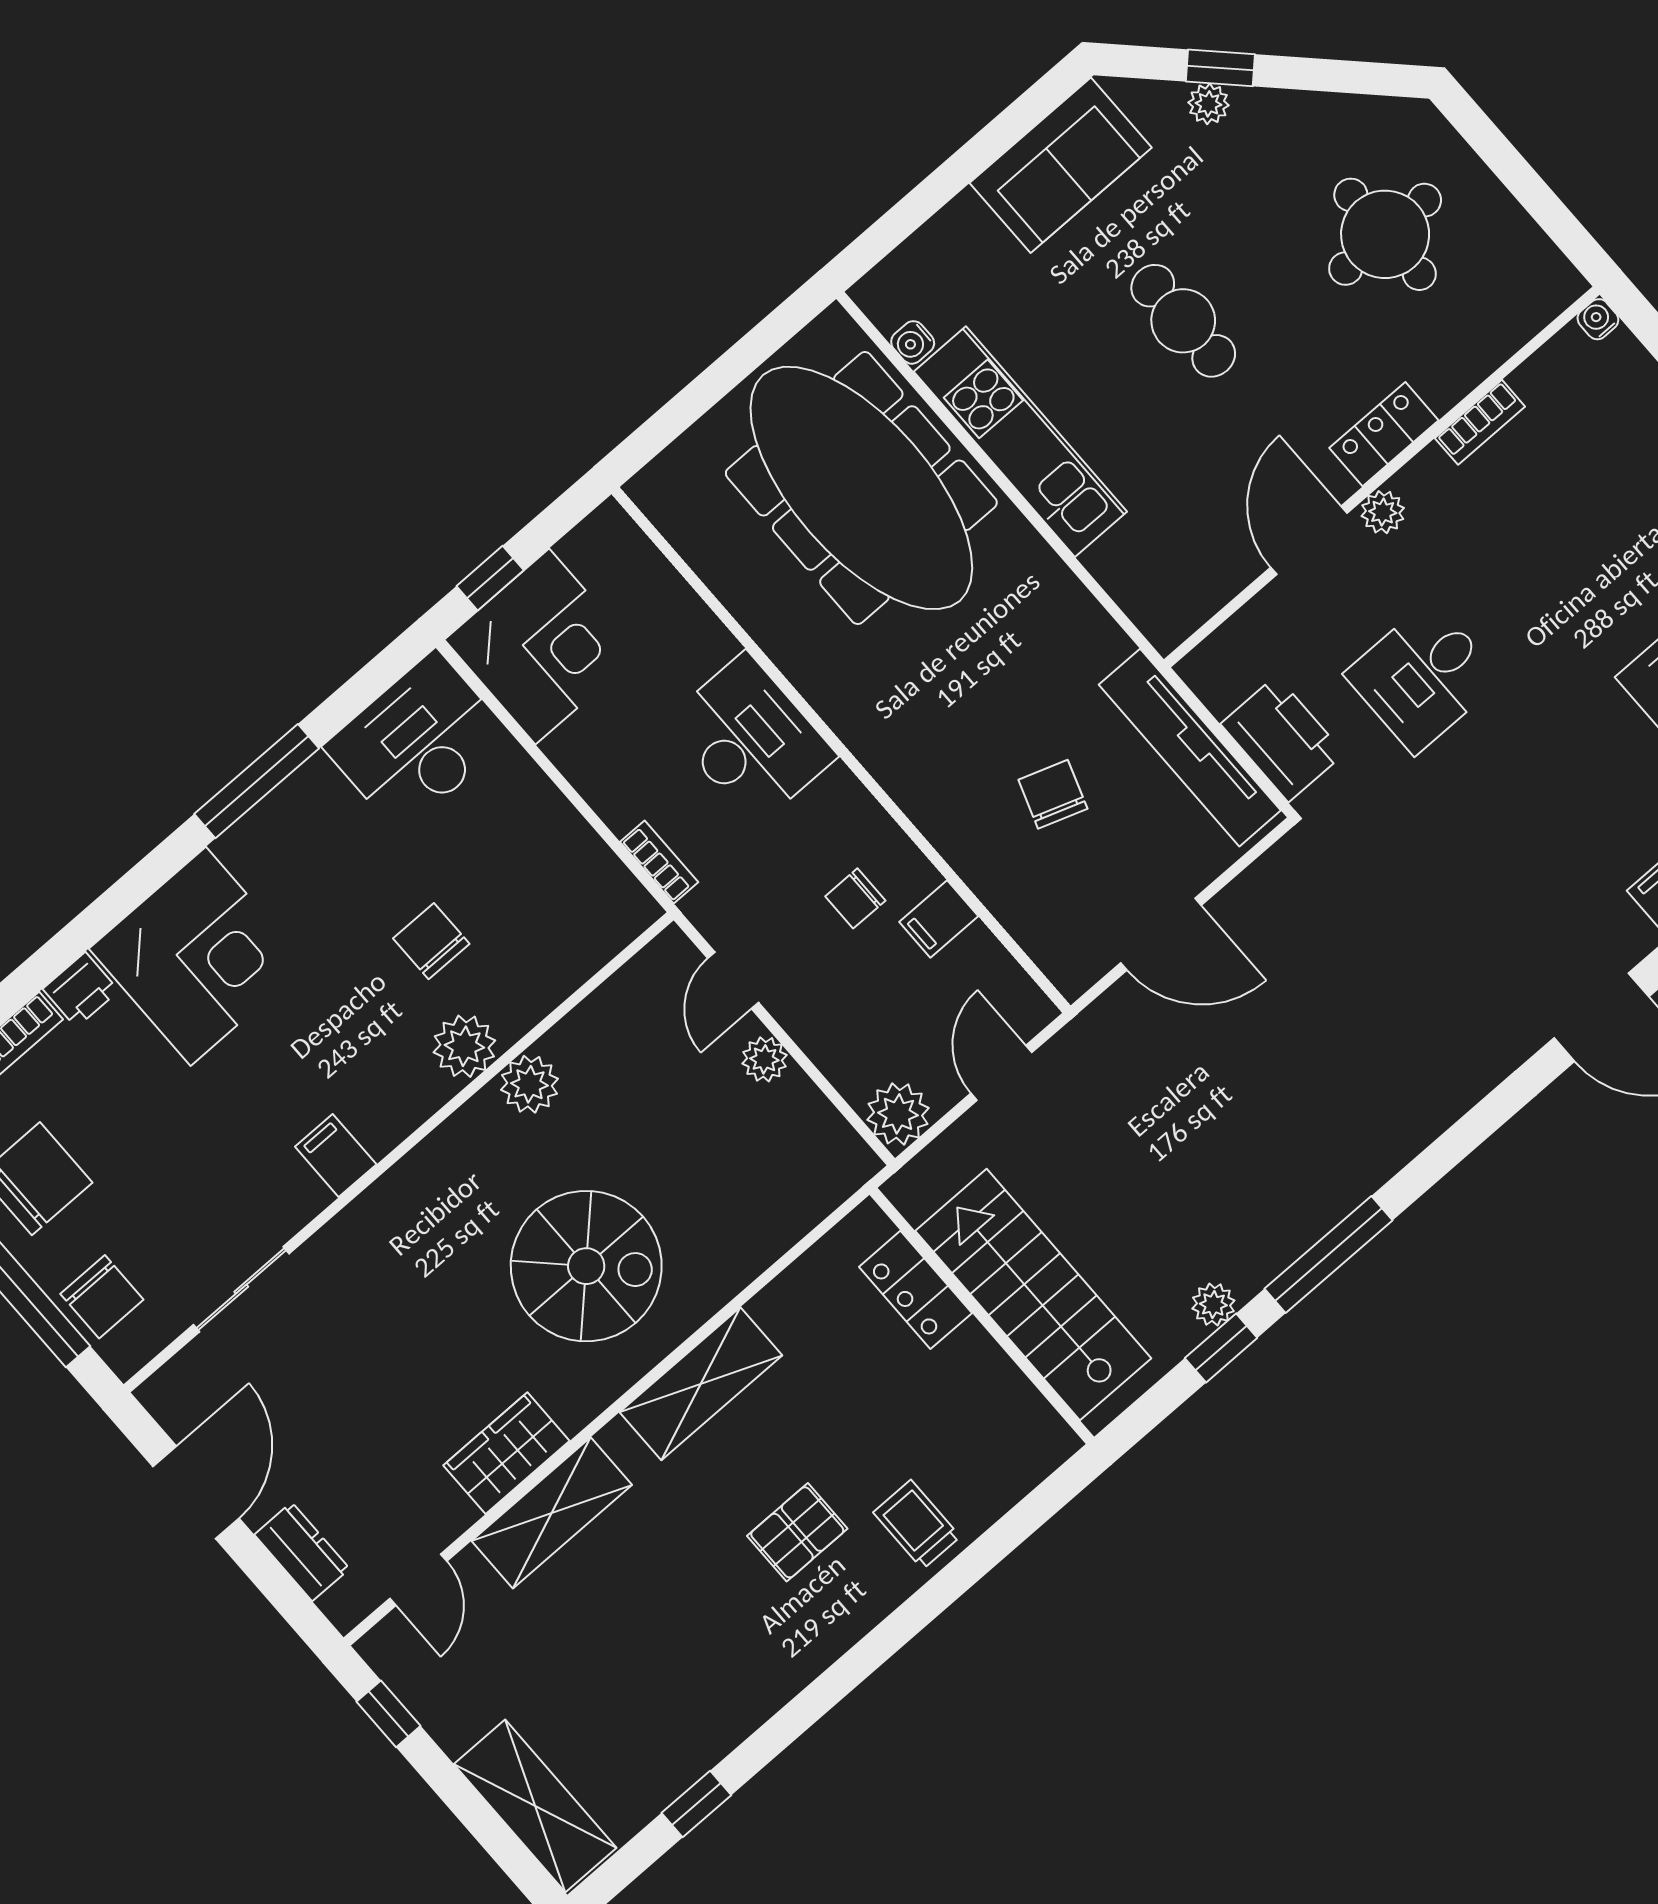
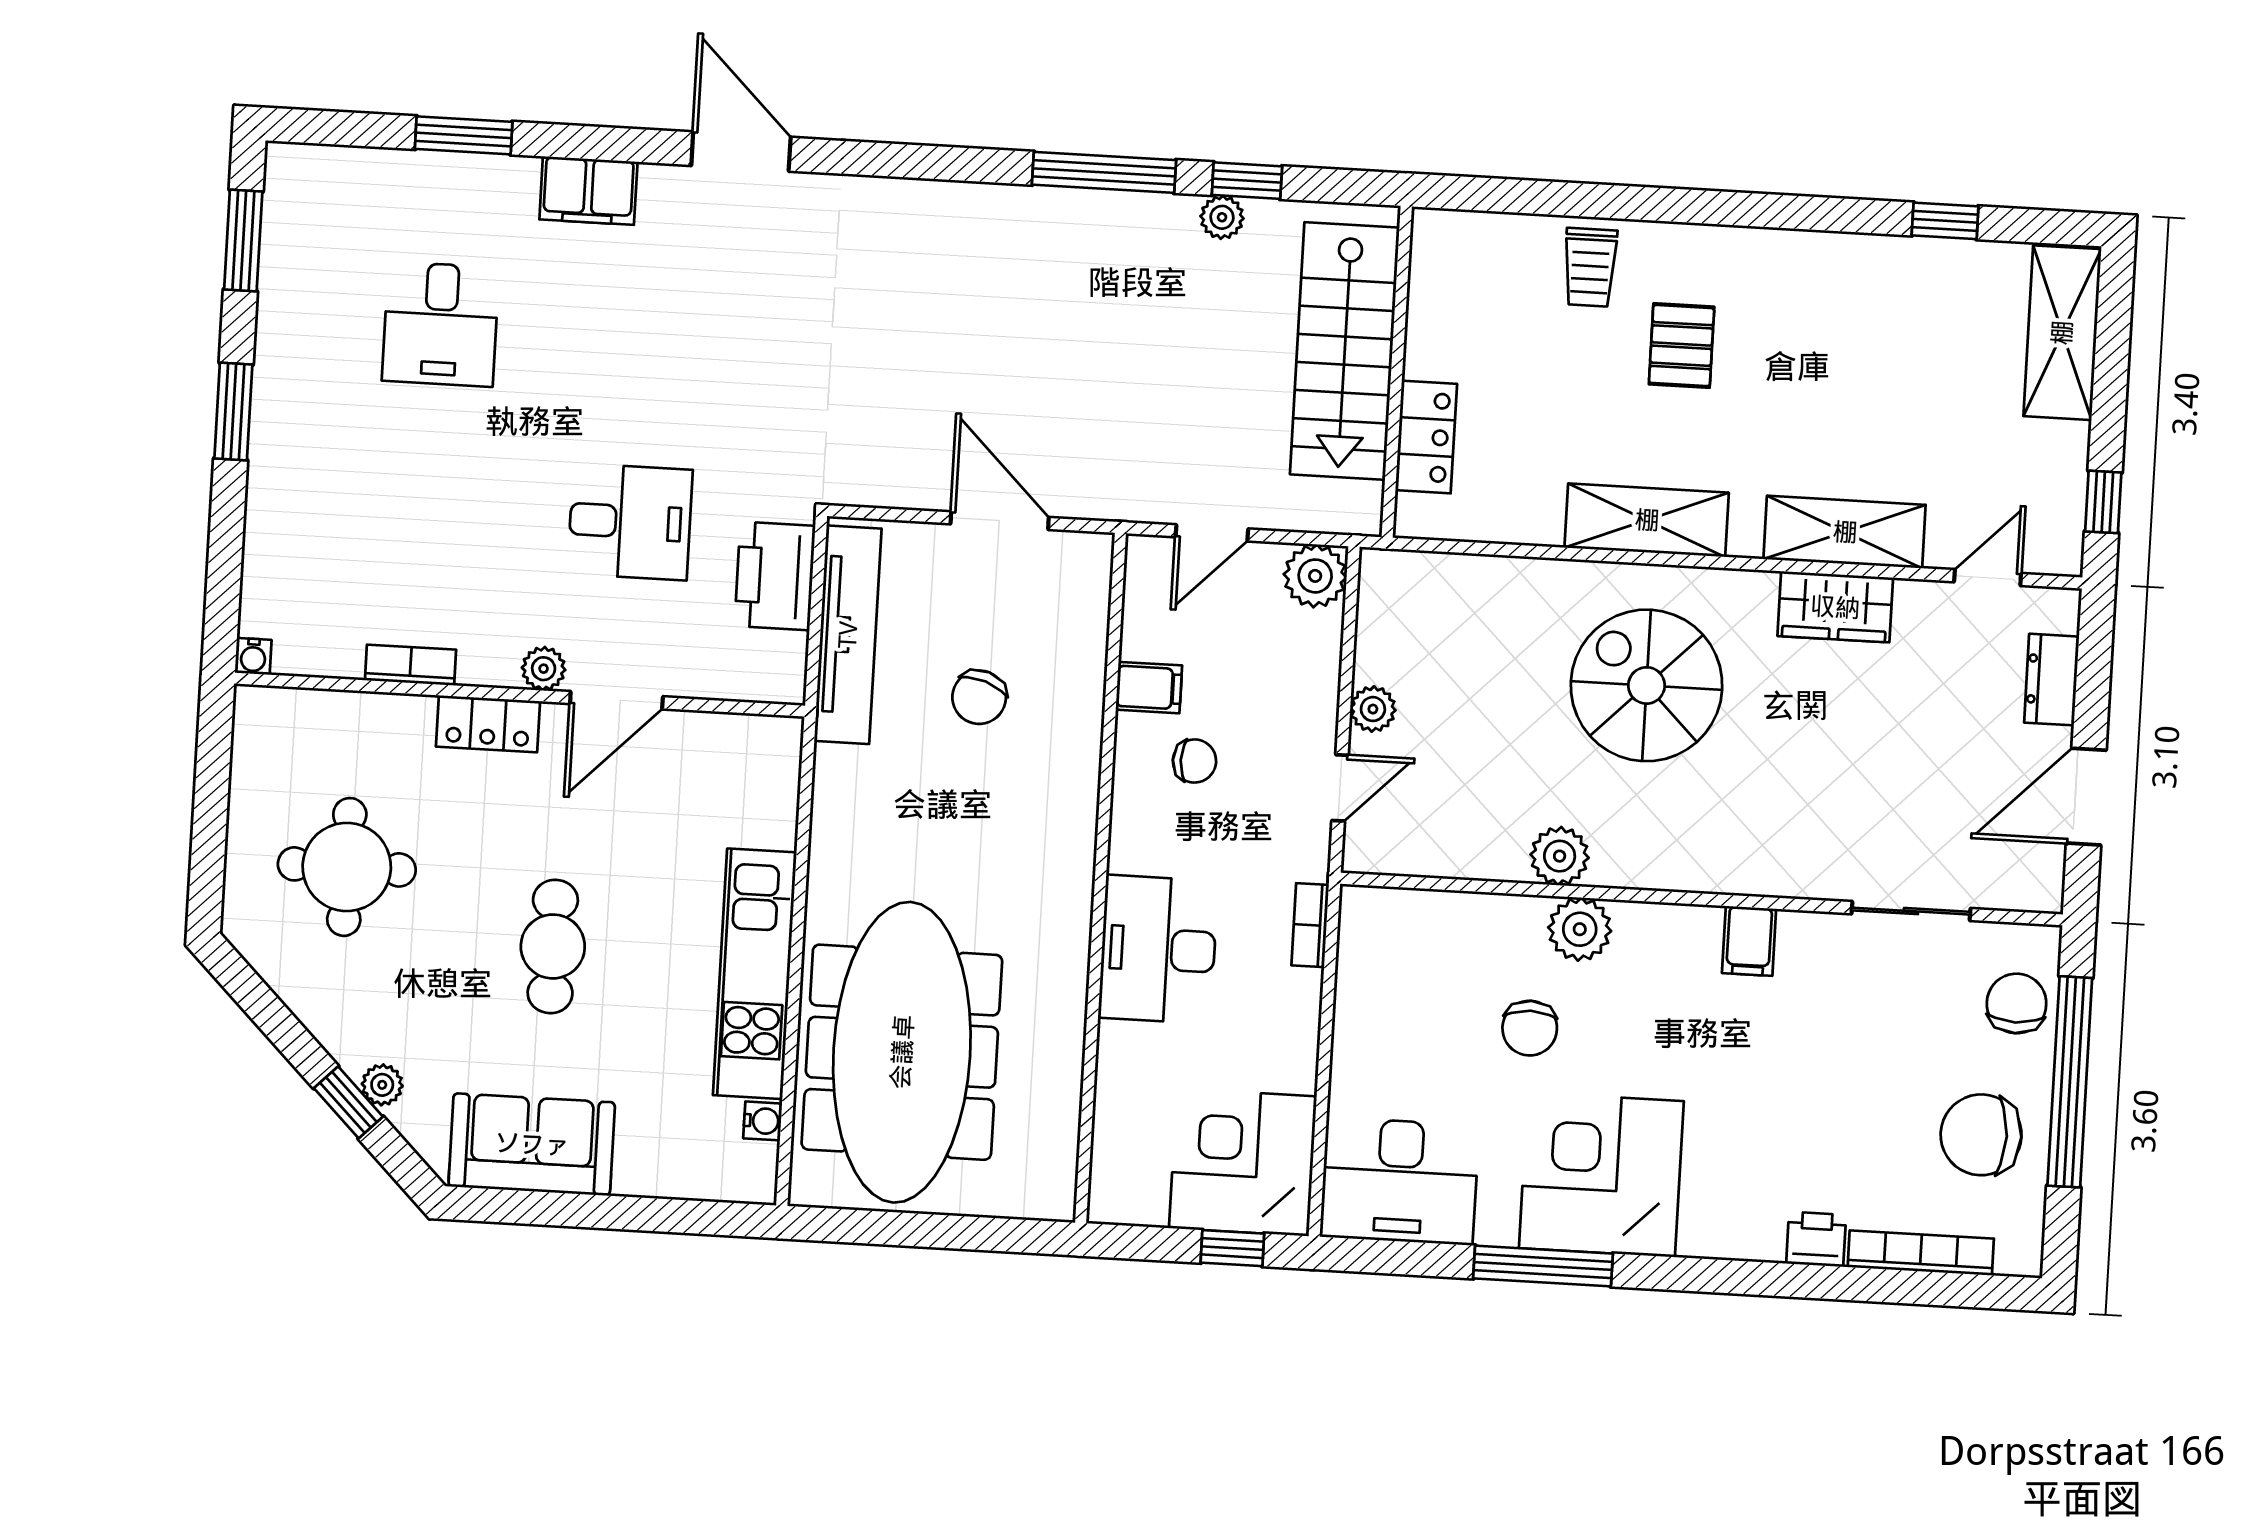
corner desk: (198, 956) -> (1601, 1175), moved
pallet: (797, 1532) -> (1682, 346), turned 90

